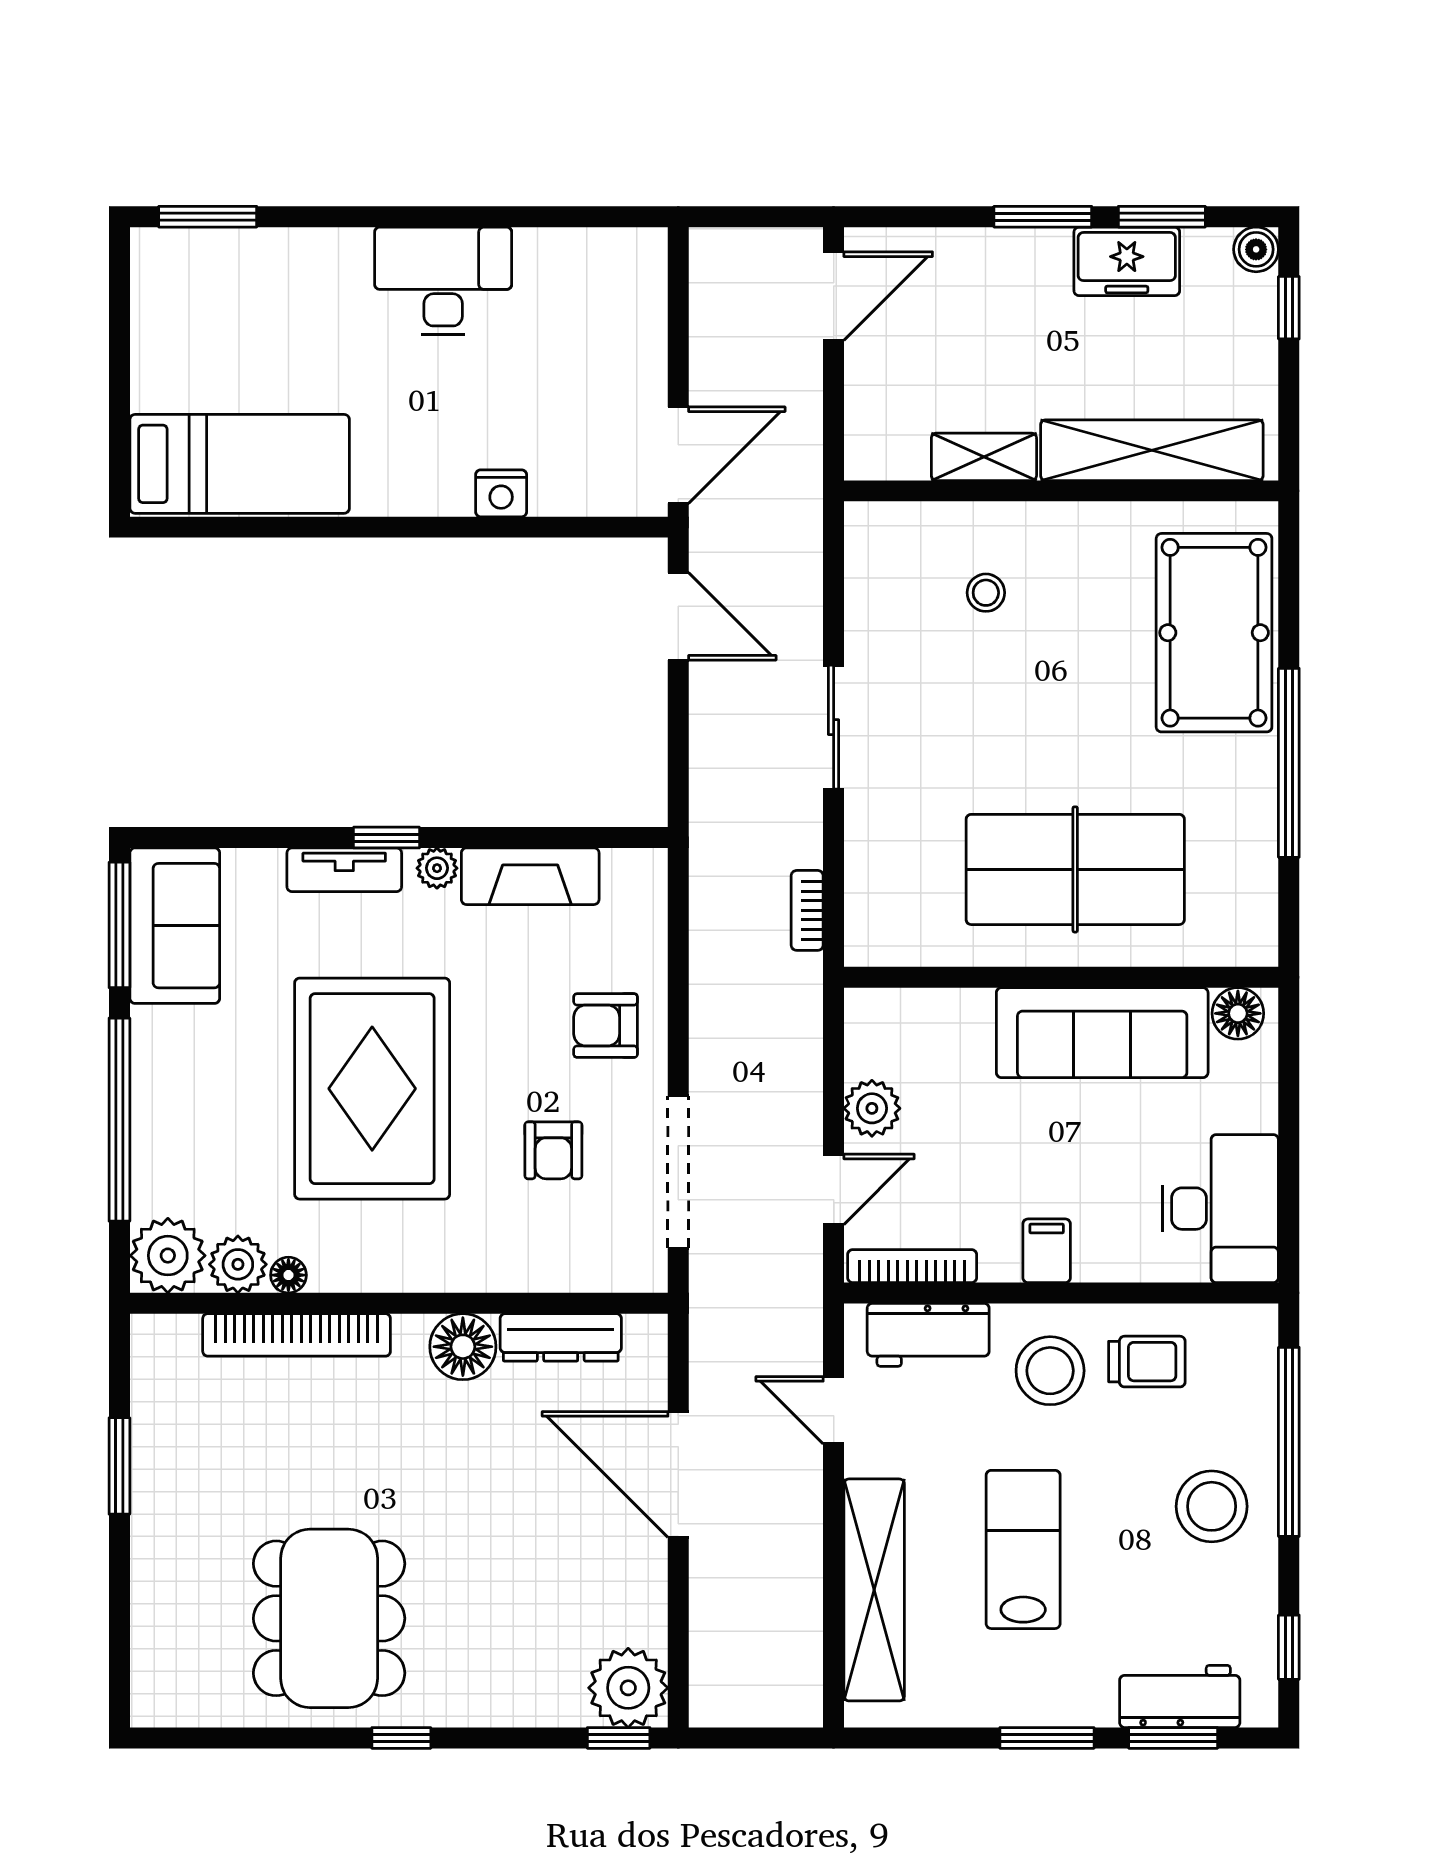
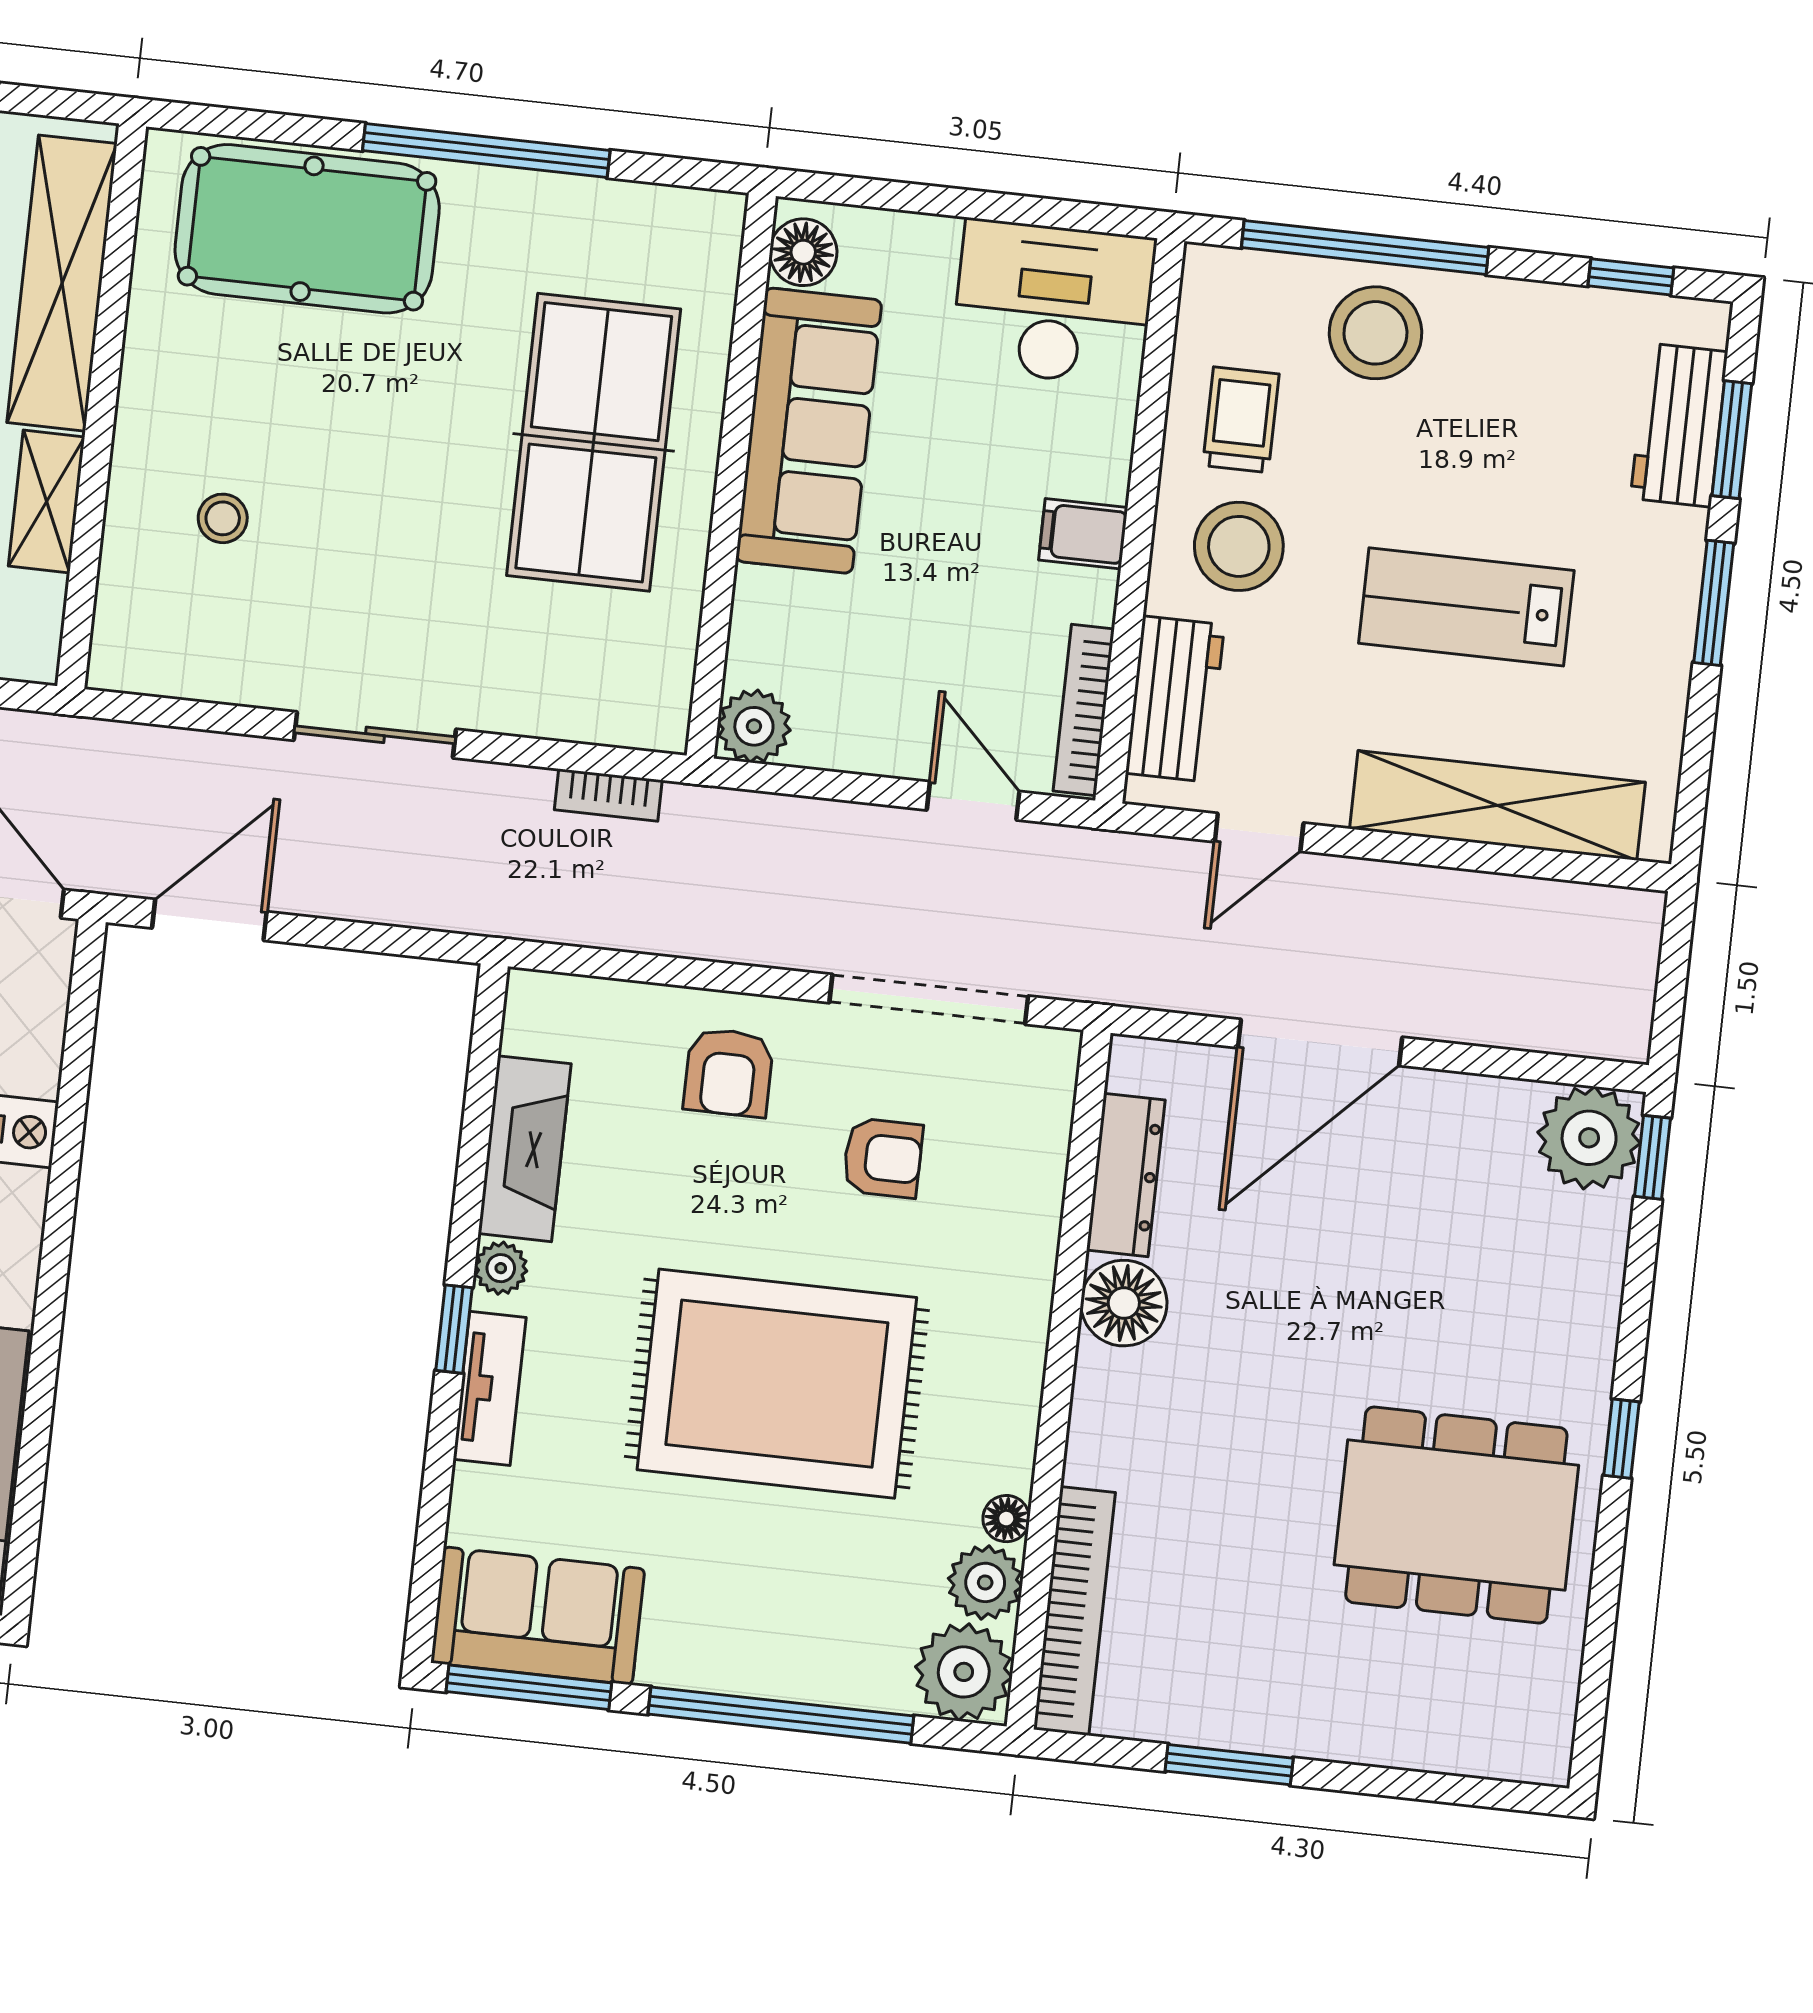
plant: (872, 1108) -> (754, 726), moved
bookcase: (297, 1335) -> (1074, 1611), moved
stool: (1212, 1506) -> (1375, 333), moved

